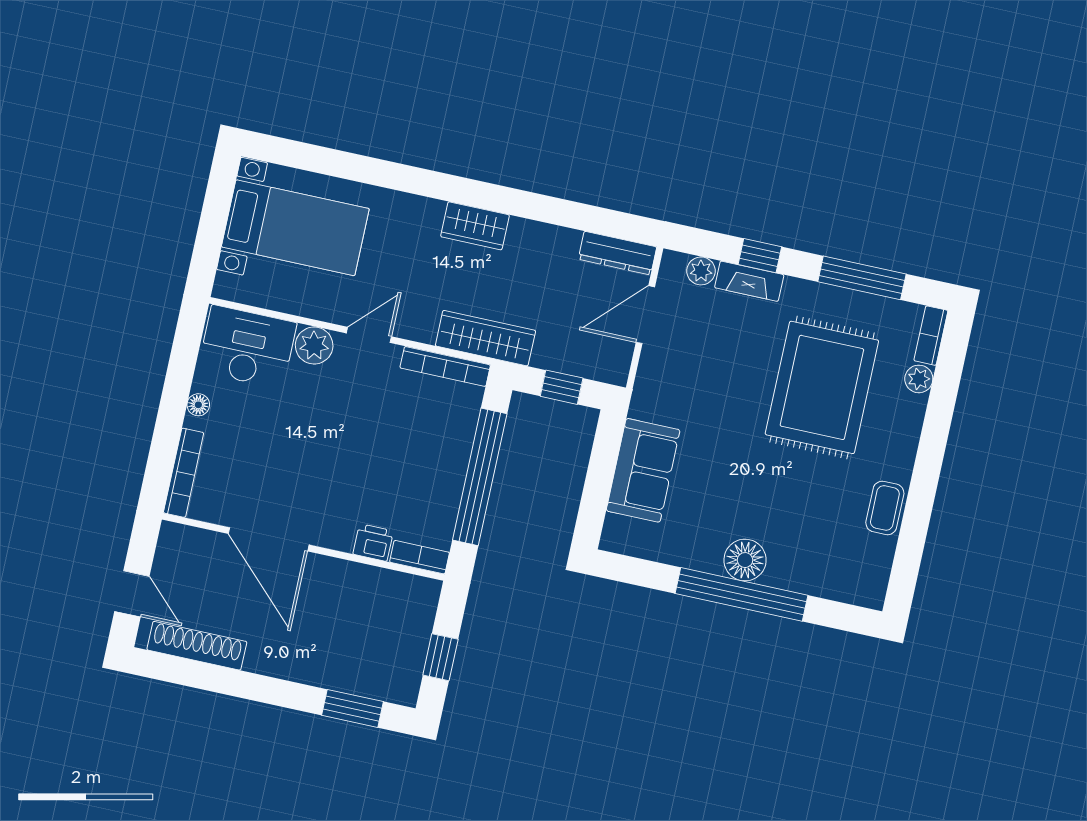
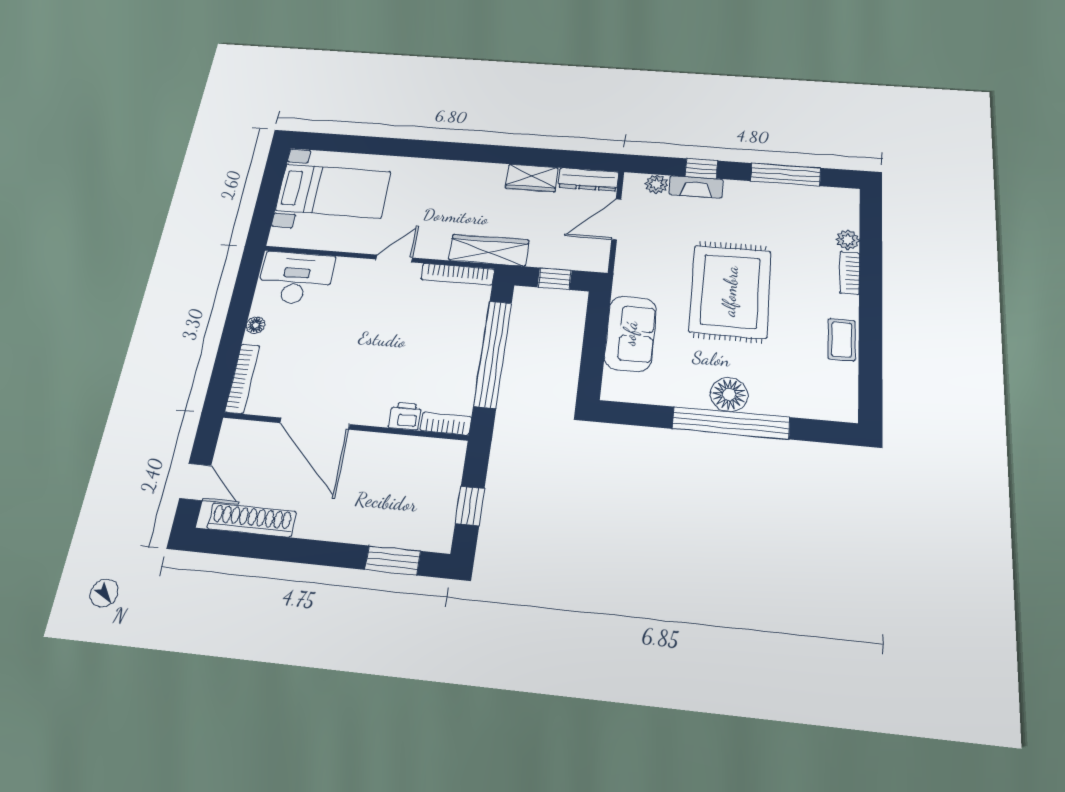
wardrobe: (475, 226) -> (532, 178), moved
bookcase: (931, 336) -> (850, 273), moved
plant: (314, 346) -> (350, 271), removed
rug: (822, 387) -> (730, 291), moved

